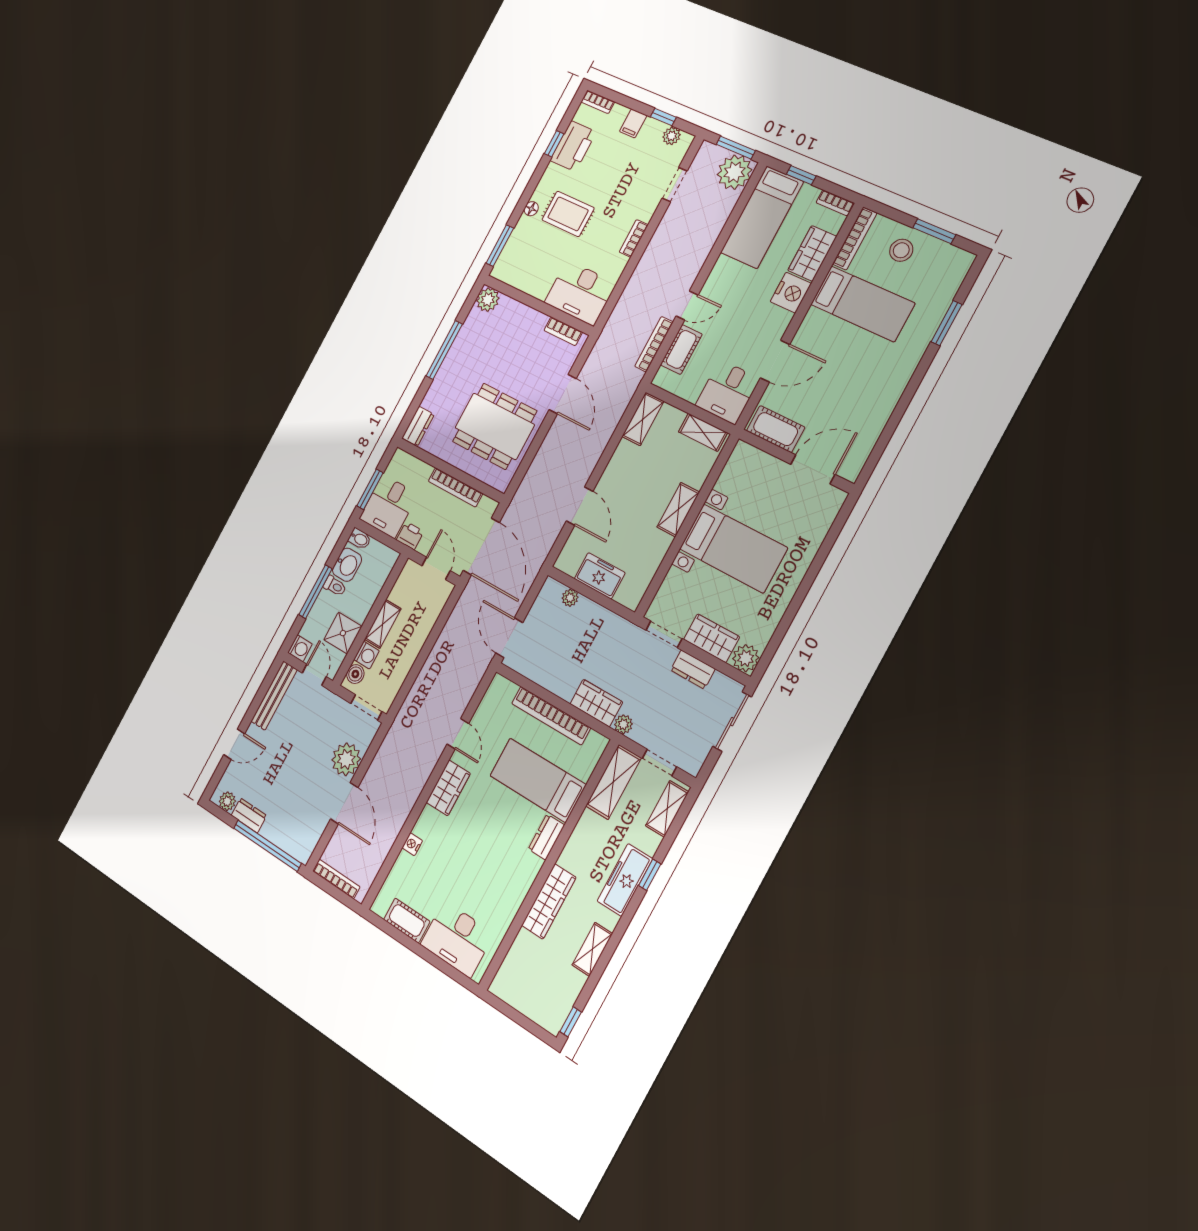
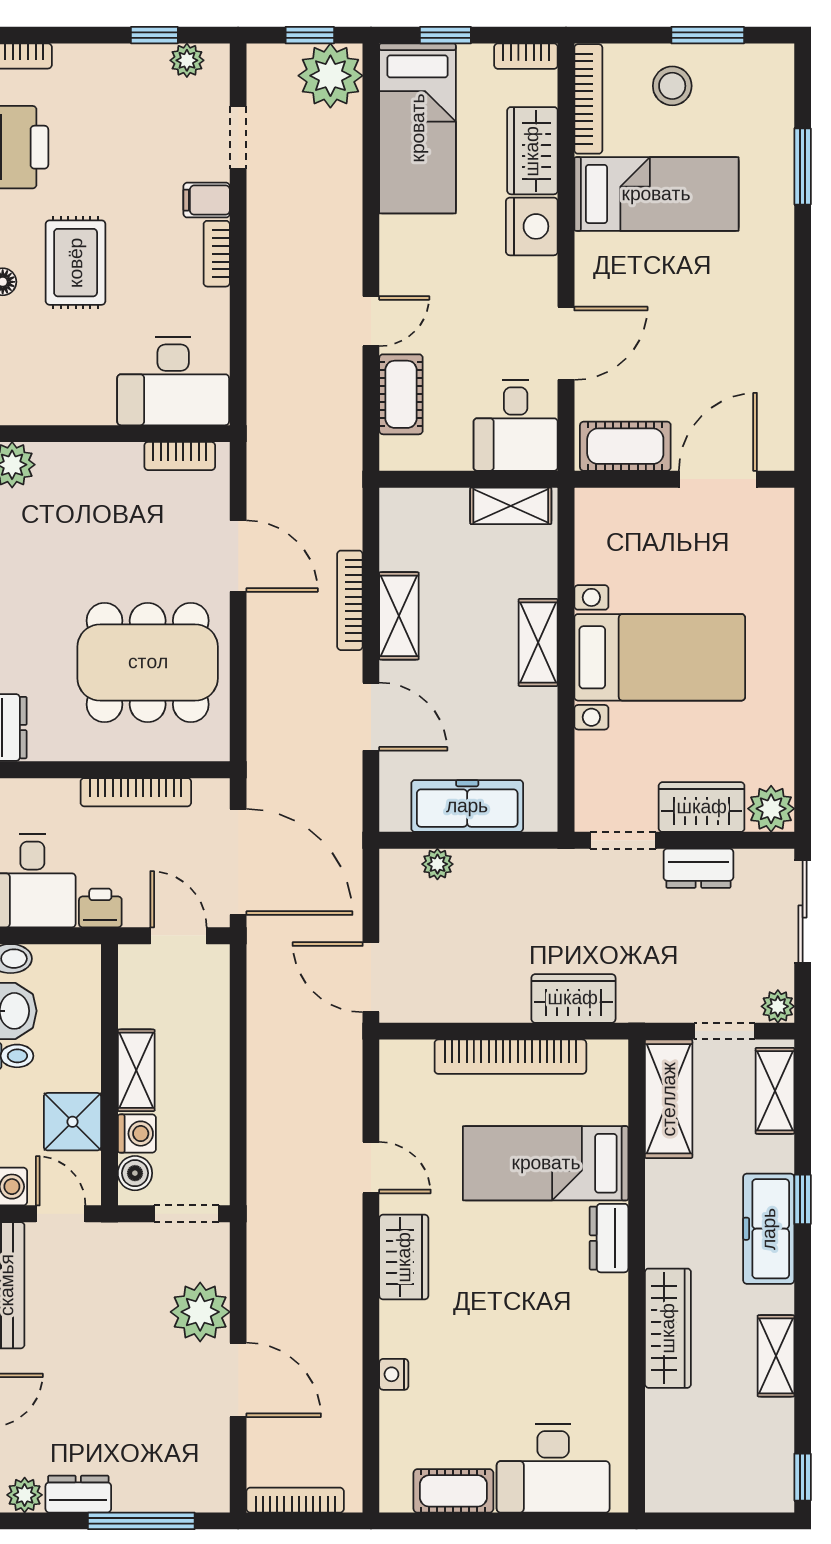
filing cabinet: (633, 123) -> (207, 200), moved, turned 90
window: (736, 148) -> (310, 35), width x0.67
rug: (568, 214) -> (76, 263), turned 90
bookcase: (654, 344) -> (350, 600), moved
shelving: (643, 419) -> (399, 616), moved
freezer: (600, 576) -> (467, 806), width x1.40
plant: (623, 724) -> (778, 1006), moved
window: (267, 846) -> (141, 1521), width x0.68

